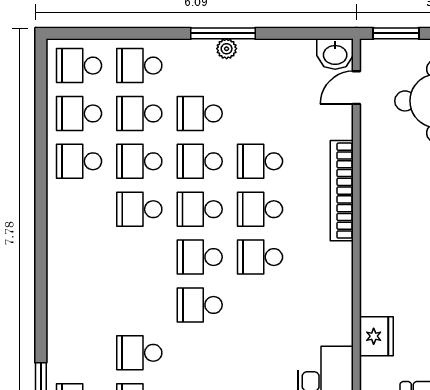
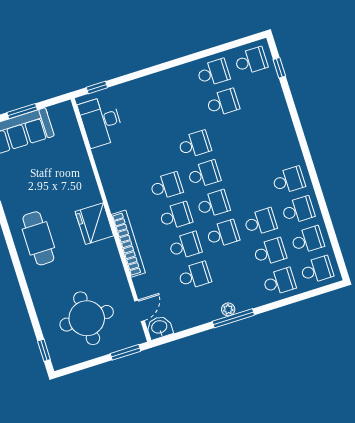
school desk: (200, 113) -> (195, 276), moved
school desk: (139, 209) -> (289, 180), moved
fridge: (376, 336) -> (94, 224), moved, width x1.36, depth x1.34

